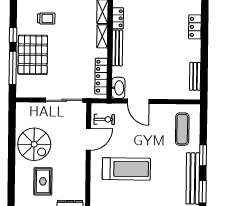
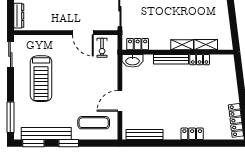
locker: (101, 76) -> (138, 44), width x0.66
bench: (195, 76) -> (145, 135), width x1.36
door: (138, 101) -> (120, 101), moved
treadmill: (126, 169) -> (41, 79), moved

